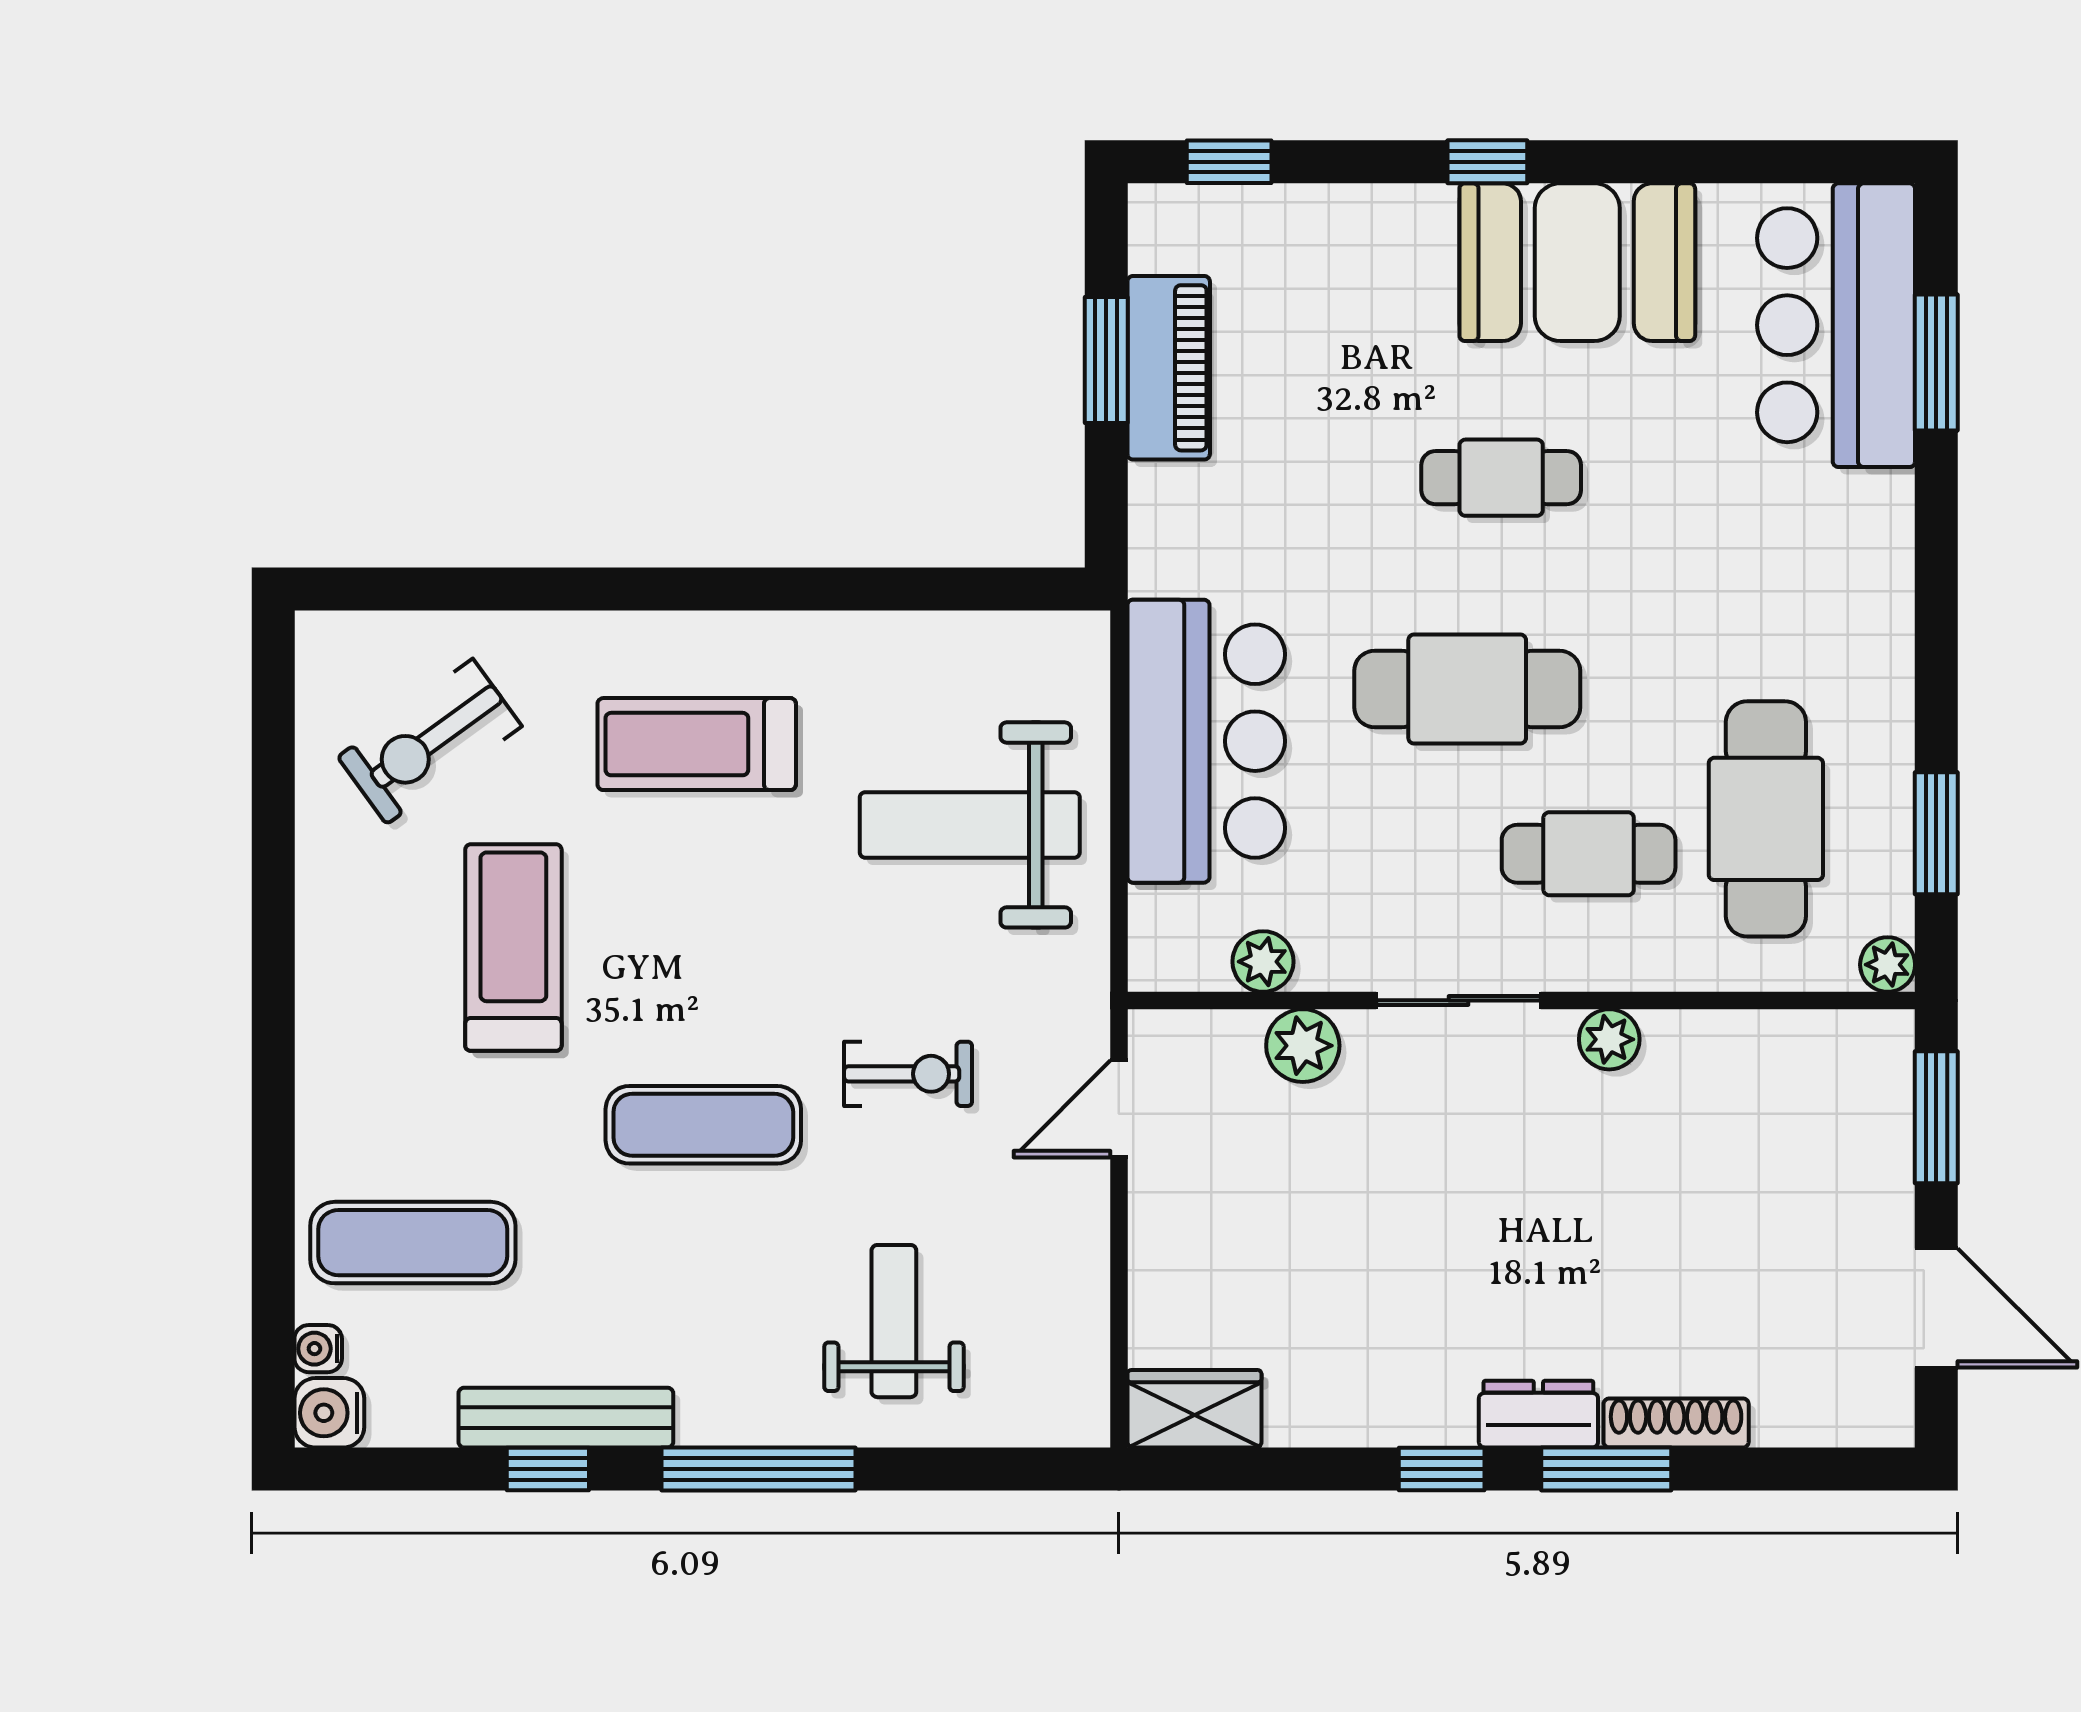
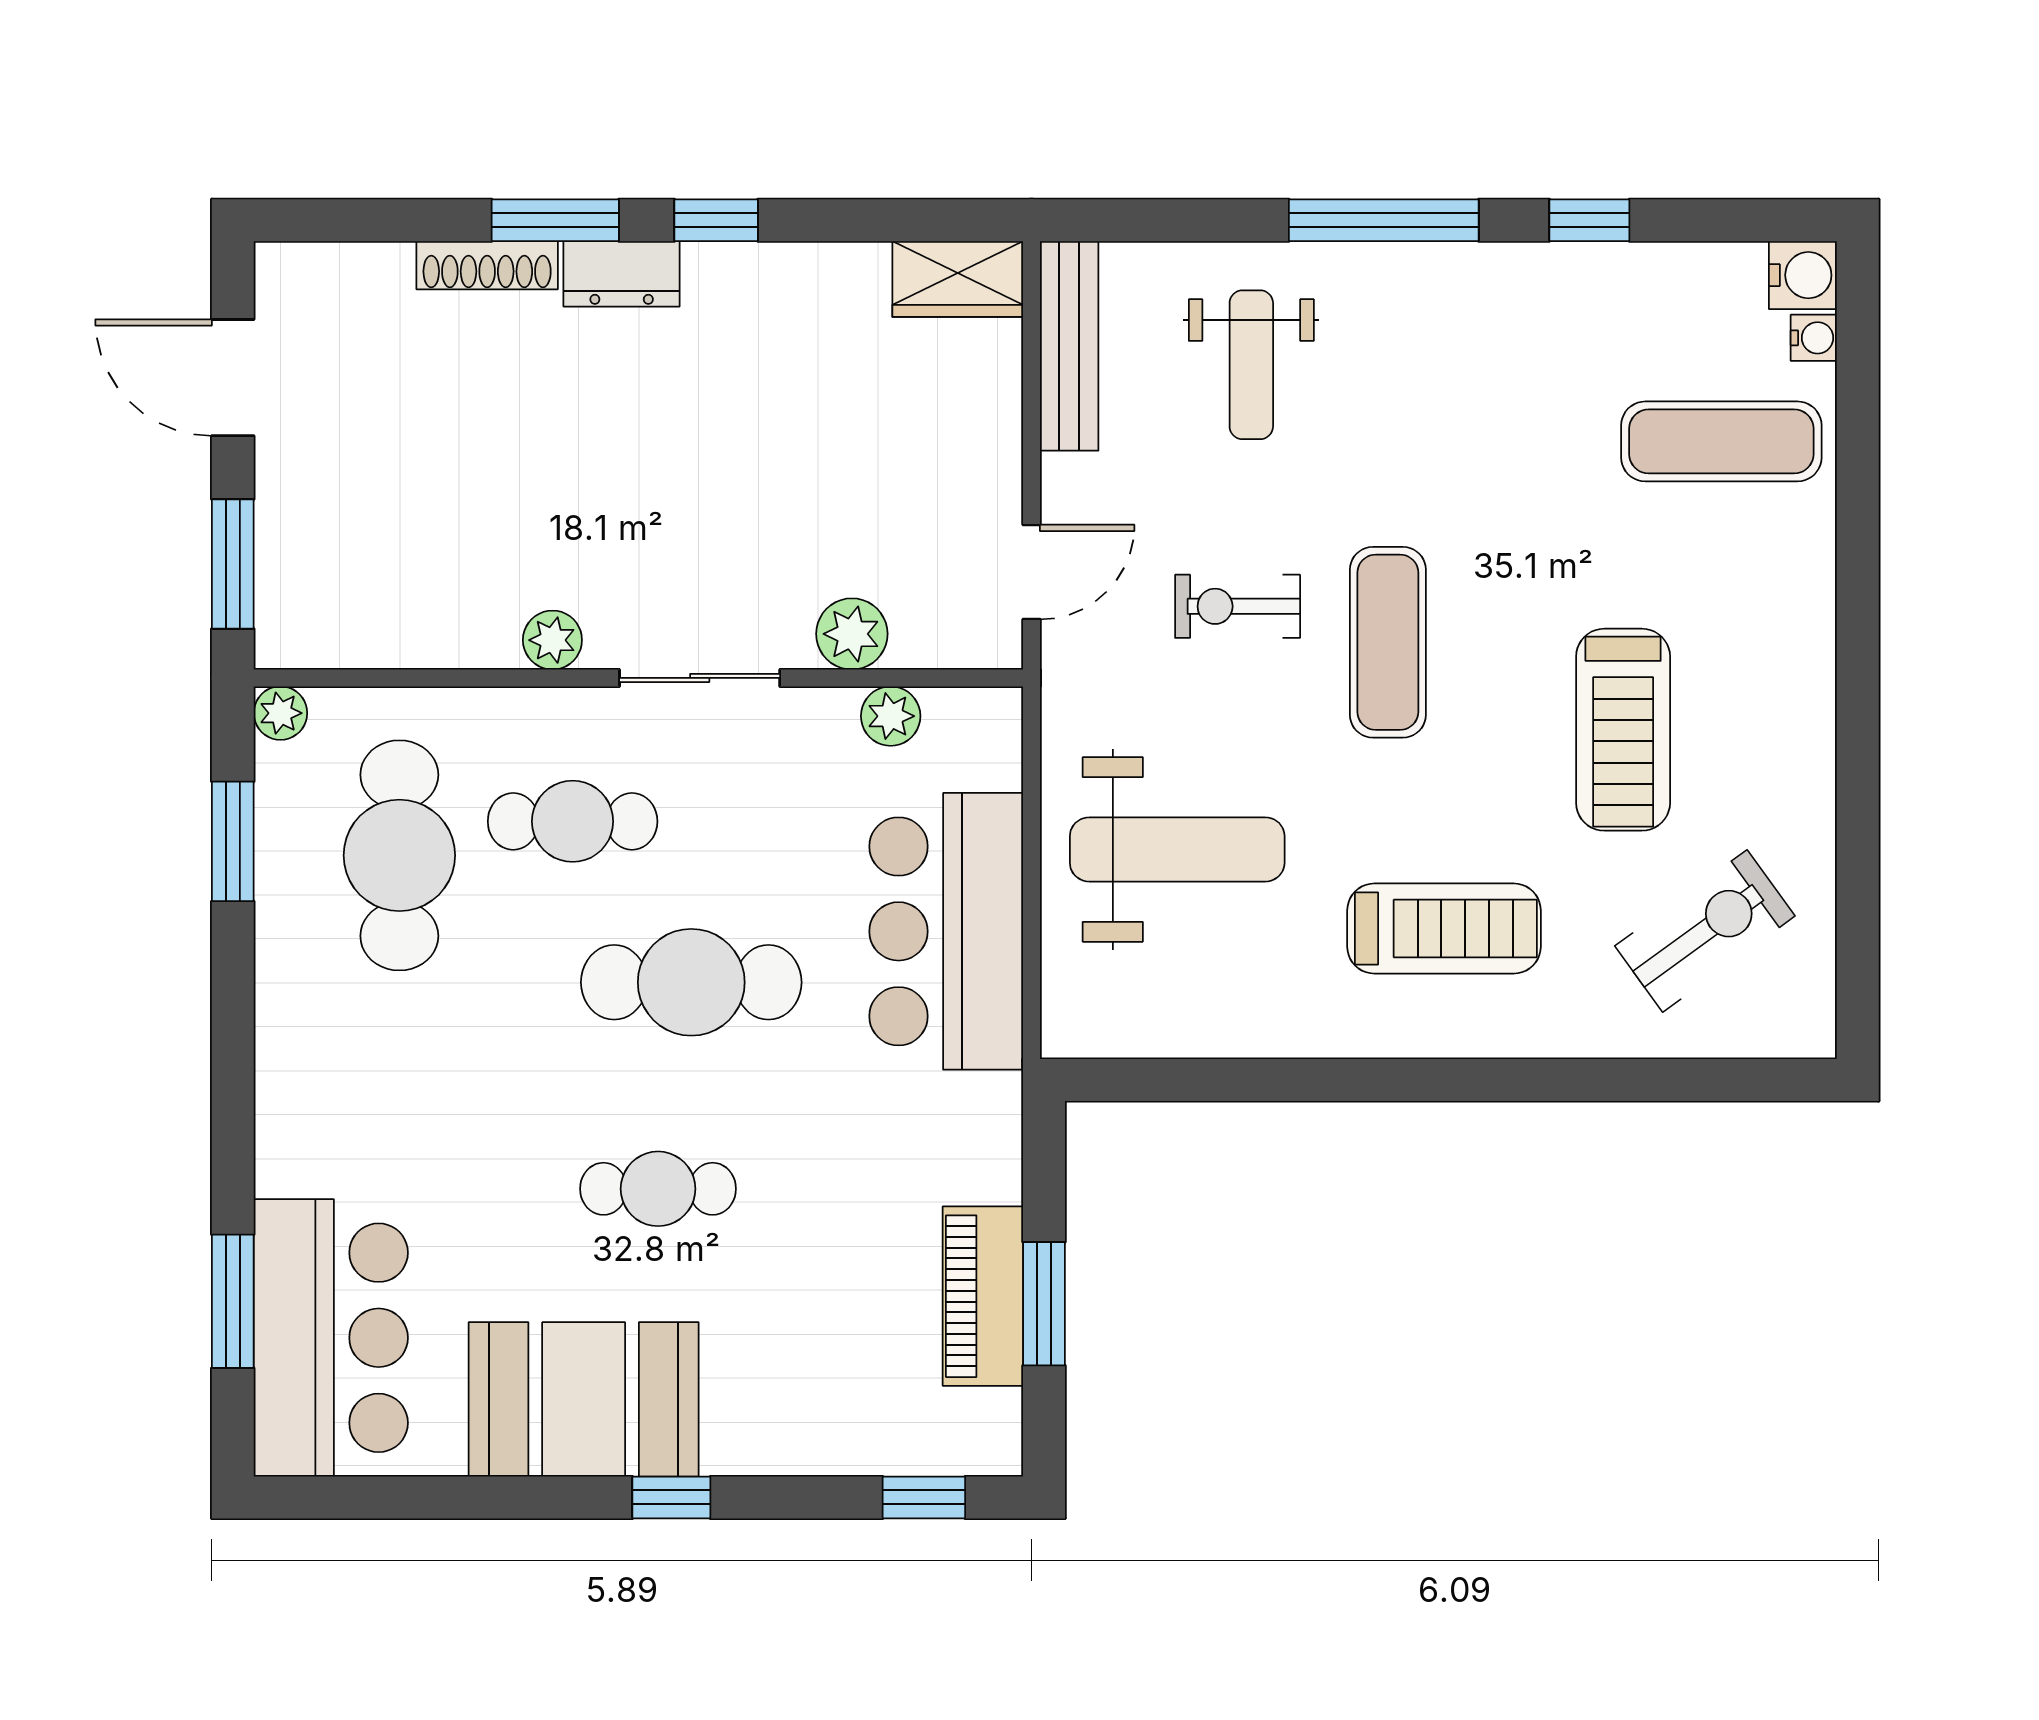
exercise mat: (703, 1125) -> (1388, 642), moved, turned 90
bench: (566, 1418) -> (1069, 346), moved, turned 90

